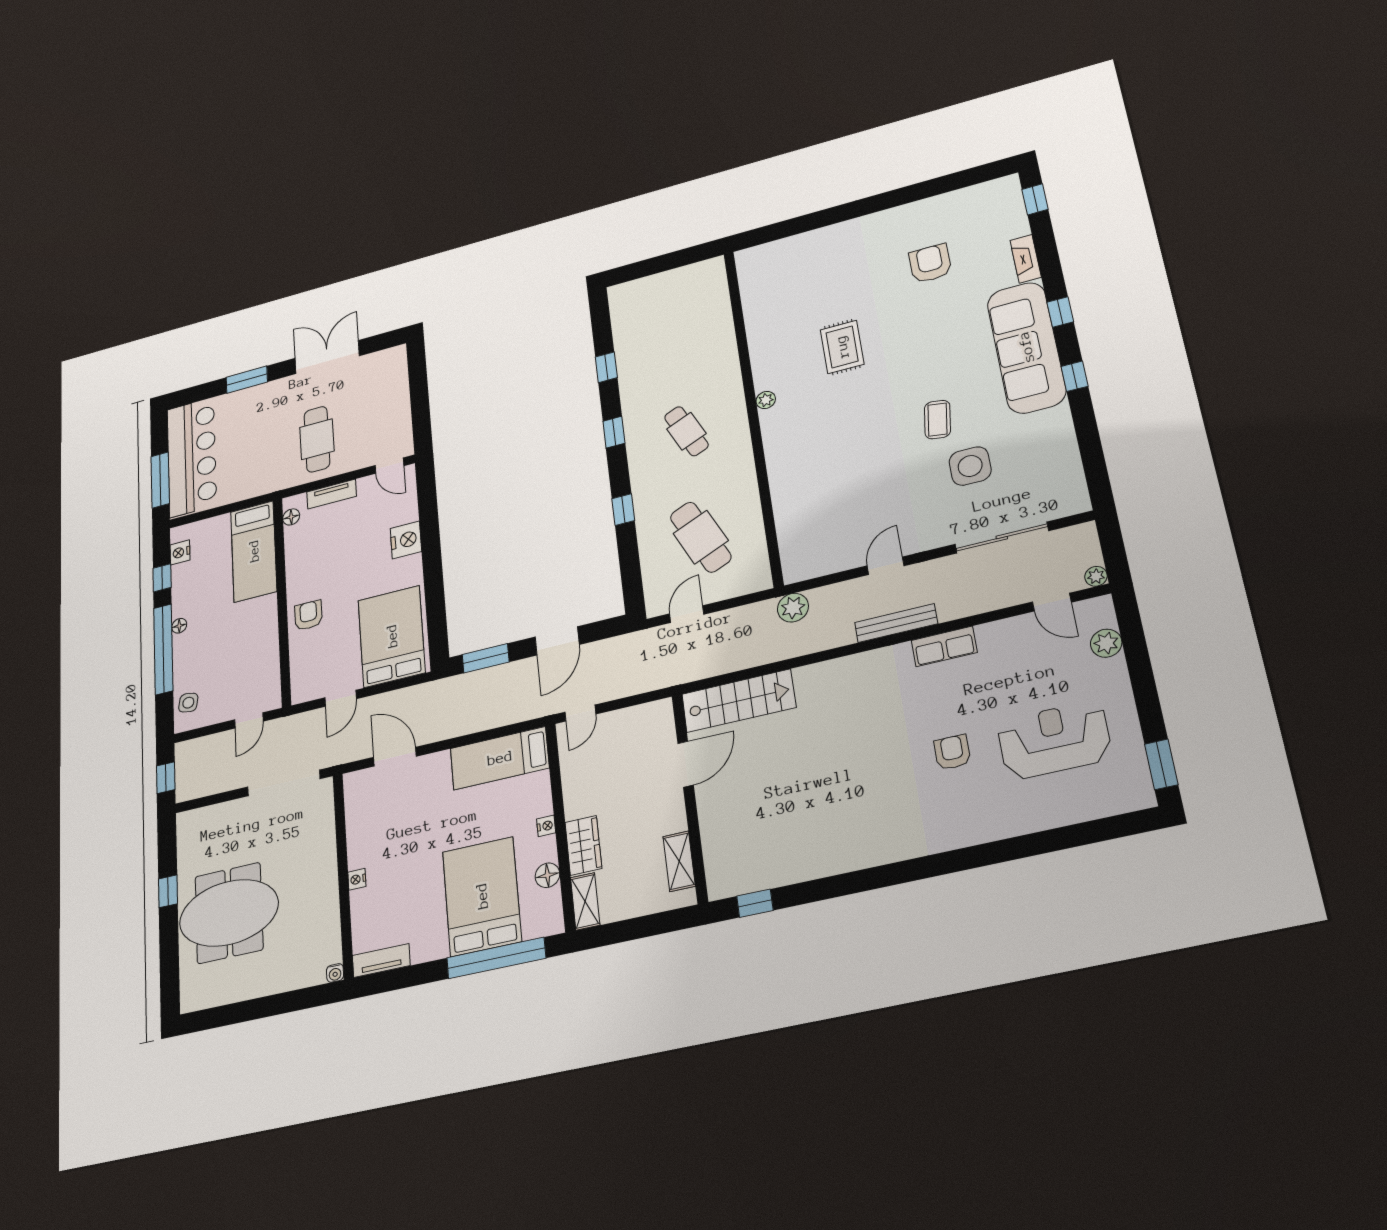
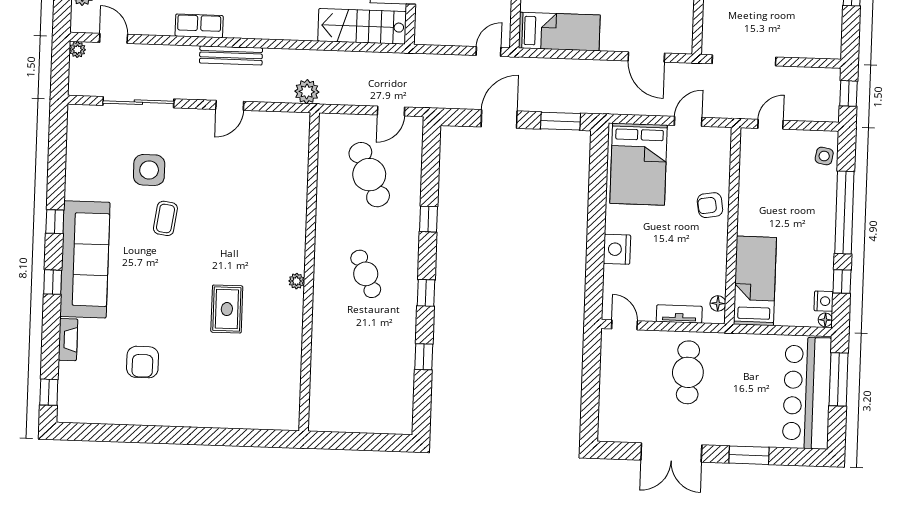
armchair: (308, 615) -> (710, 205), turned 81
floor lamp: (179, 626) -> (825, 320), moved

